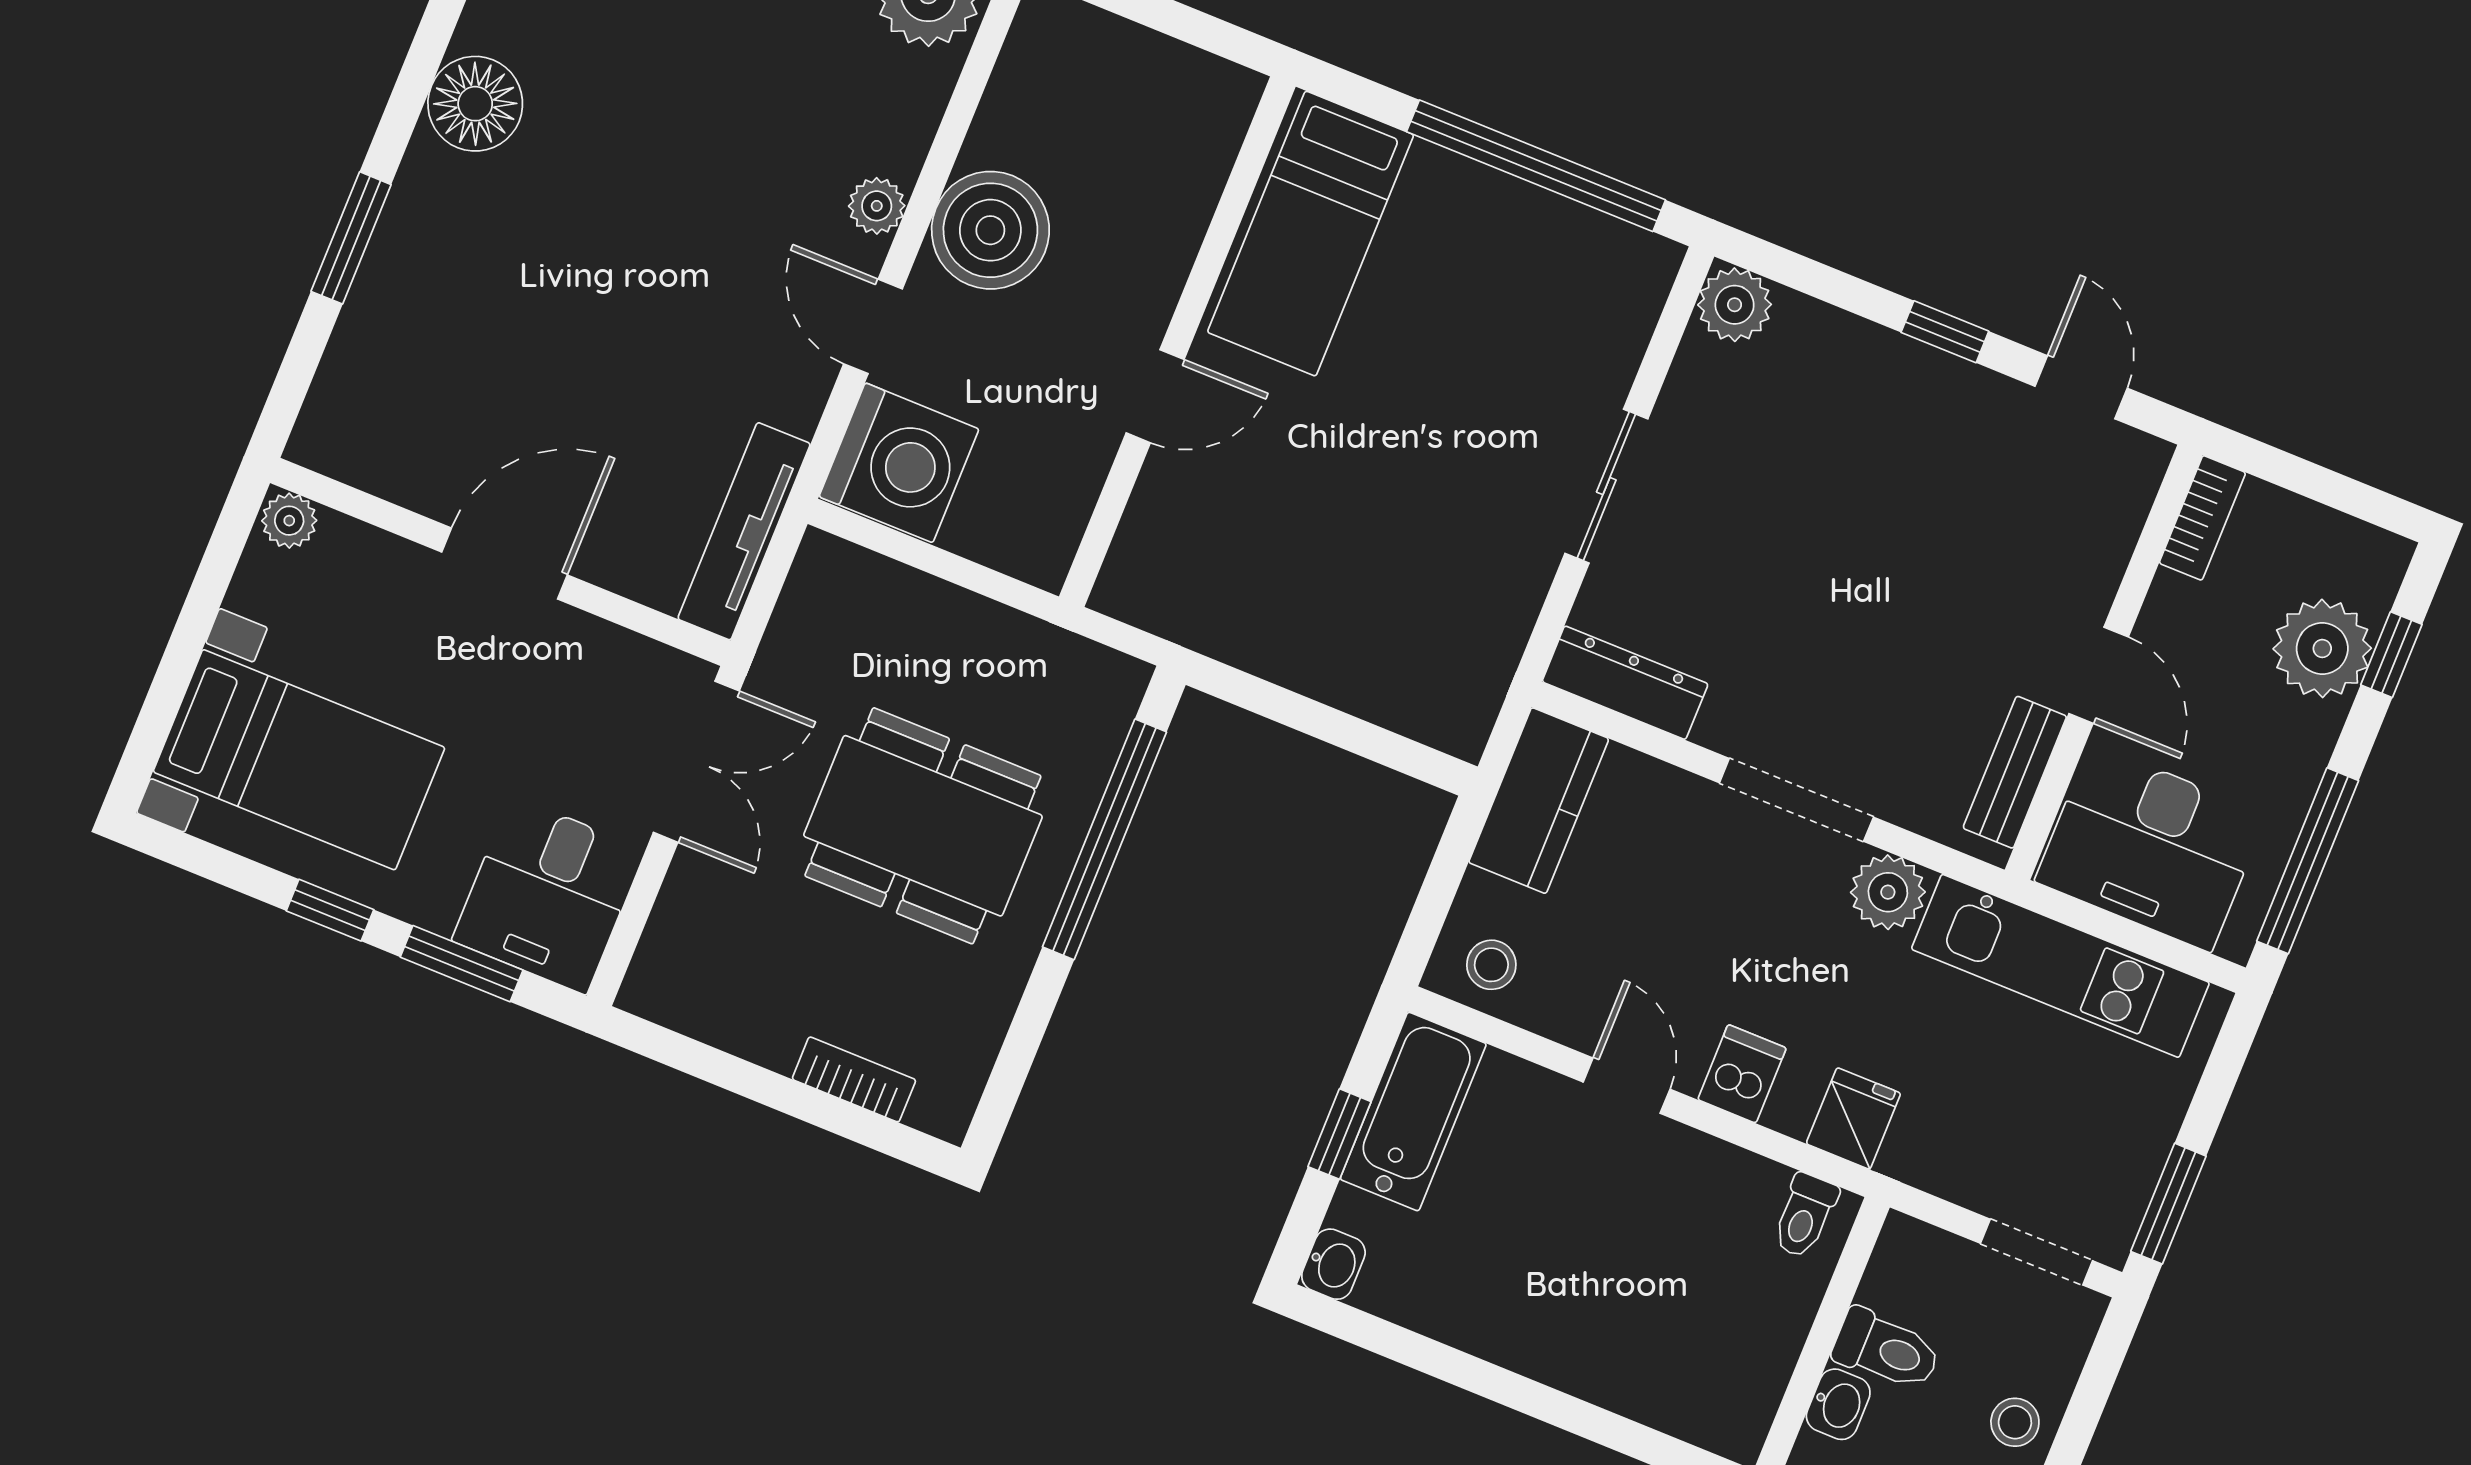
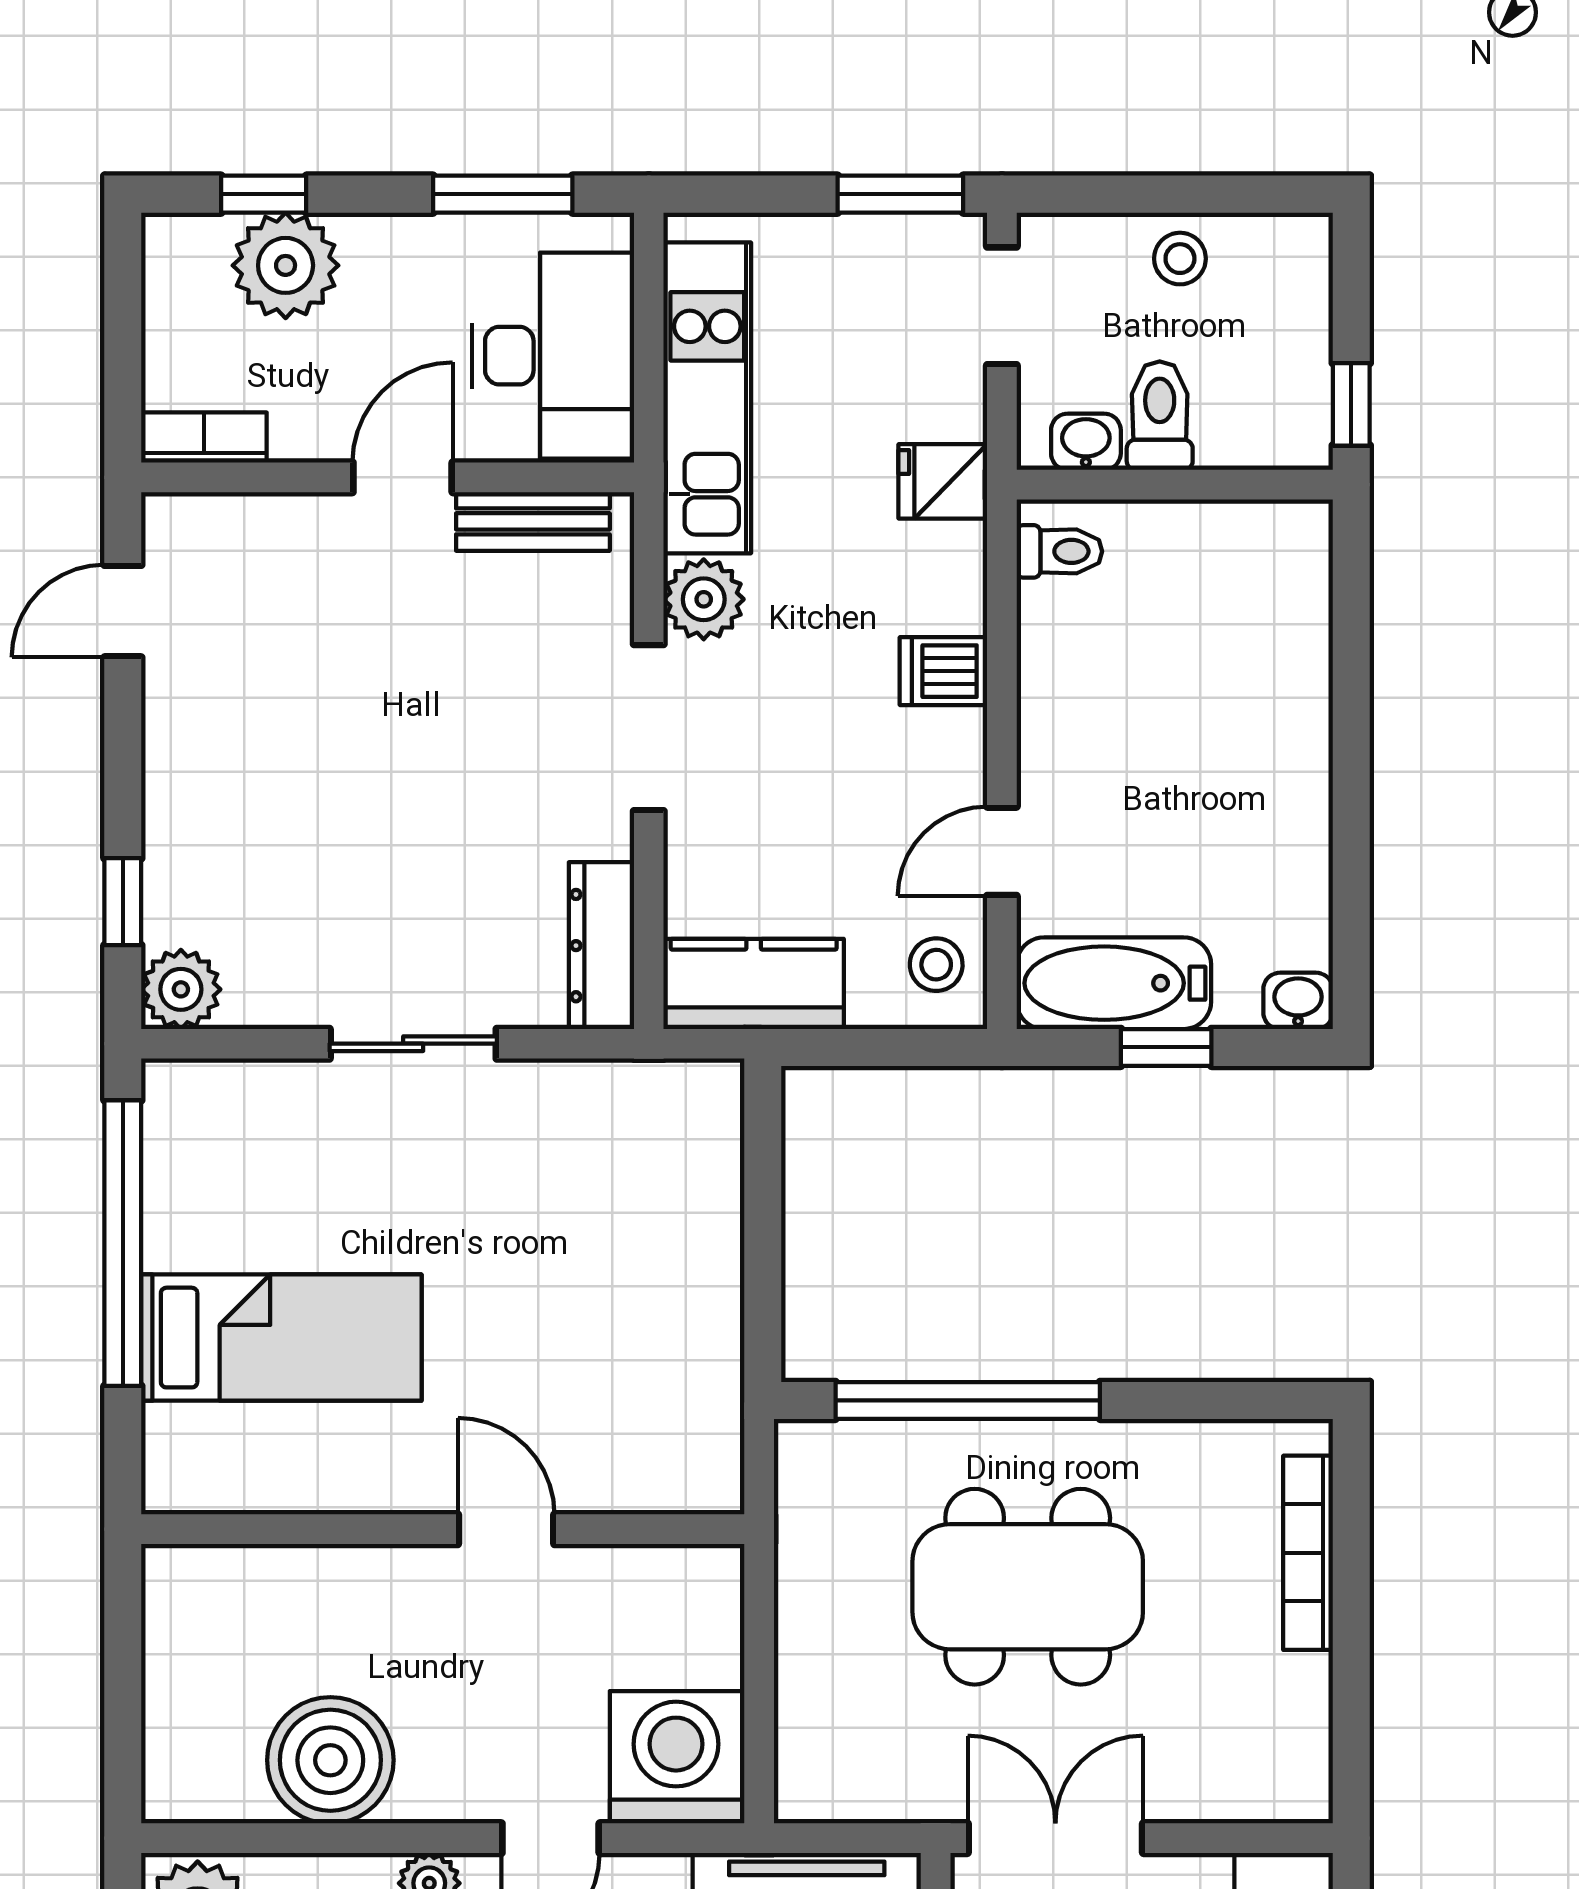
boiler: (990, 230) -> (330, 1760), moved
bed: (1311, 234) -> (281, 1338), moved
window: (1945, 332) -> (123, 902), moved
dining table: (923, 826) -> (1028, 1587), turned 90
window: (2308, 861) -> (503, 194), width x0.69
bookcase: (854, 1079) -> (1308, 1553), width x1.56
door: (1627, 1086) -> (1002, 851), moved
fridge: (1853, 1118) -> (943, 481), moved
washbasin: (1838, 1404) -> (1086, 442), moved

